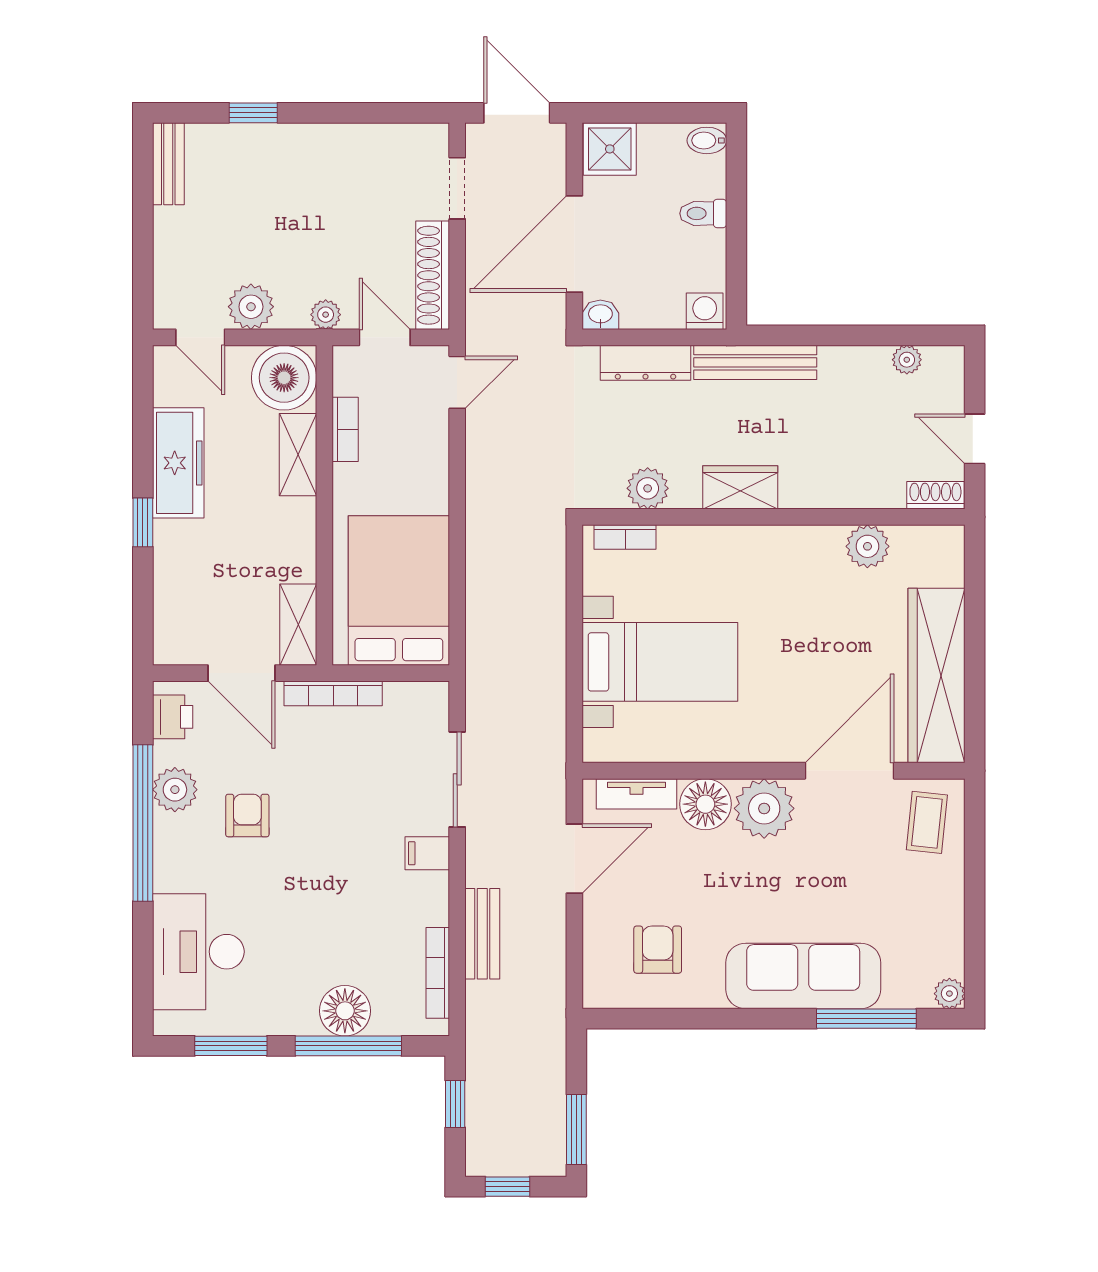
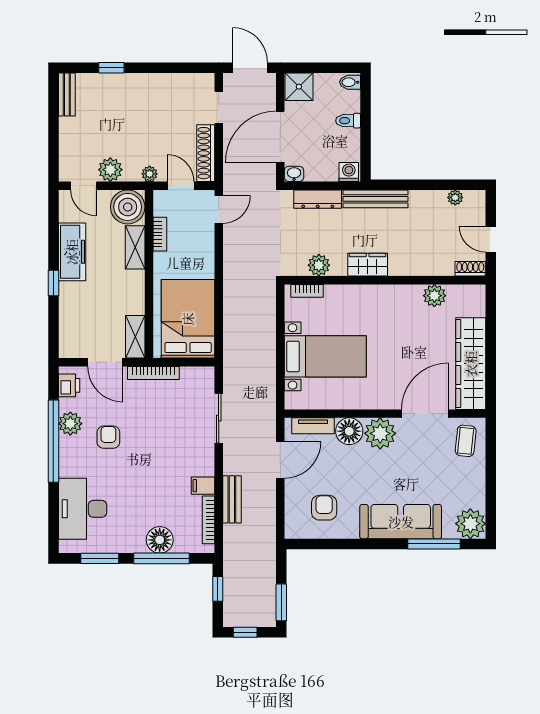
filing cabinet: (427, 853) -> (203, 486), moved
plant: (949, 994) -> (470, 524), width x1.88, depth x1.88

